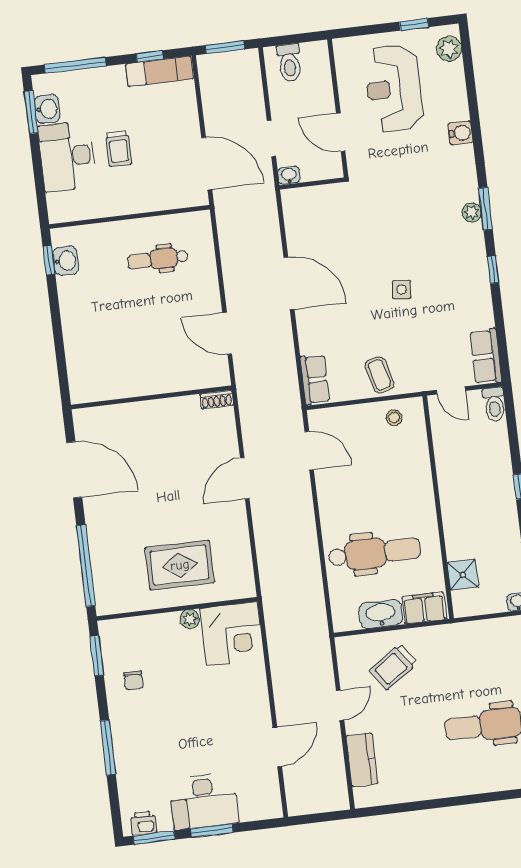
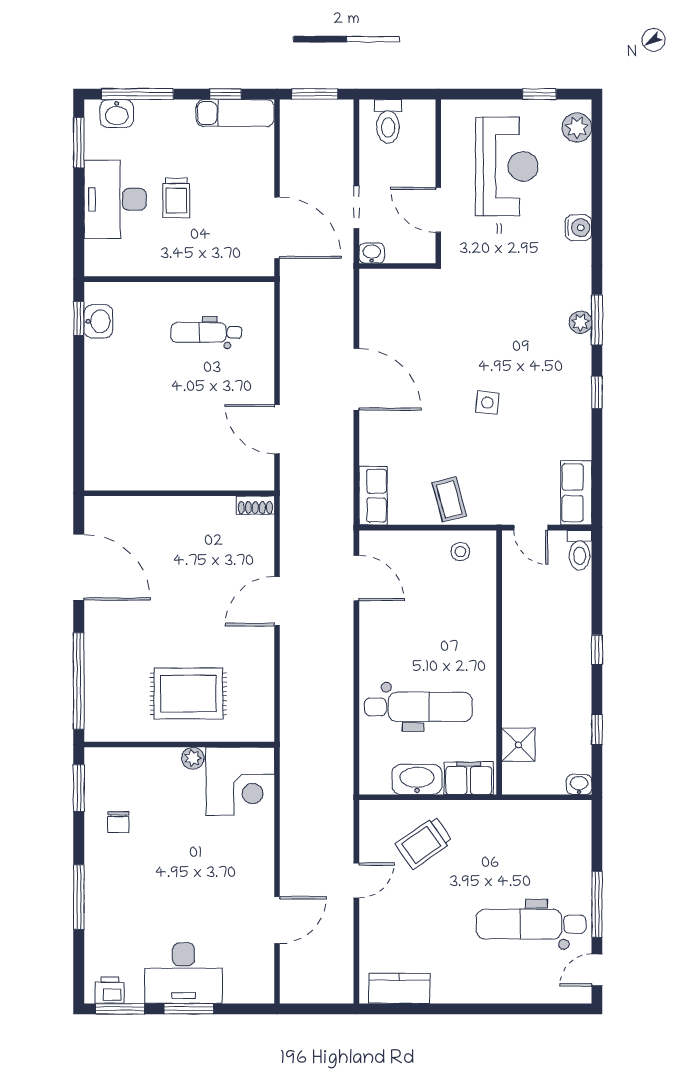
reception desk: (394, 89) -> (507, 166), turned 180
washbasin: (47, 109) -> (117, 114), moved, turned 90
kitchen counter: (362, 760) -> (399, 988), moved, turned -90

